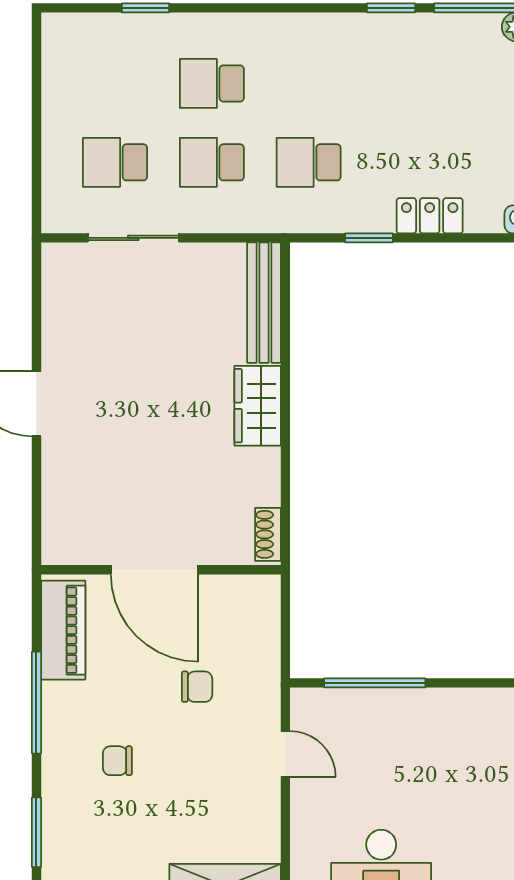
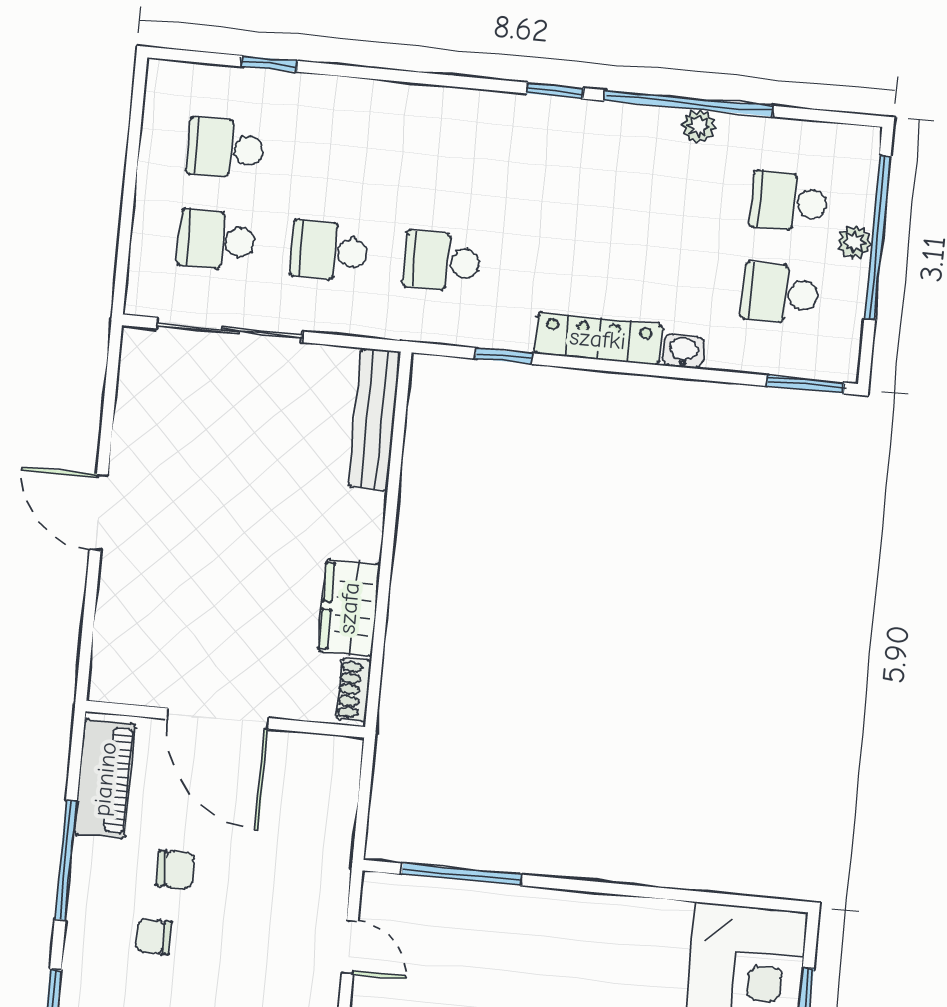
school desk: (212, 83) -> (225, 148), moved
locker: (430, 216) -> (598, 339), width x1.53
sliding door: (133, 238) -> (230, 330), width x1.37
wardrobe: (258, 406) -> (349, 608), moved
chair: (197, 687) -> (175, 870), moved

